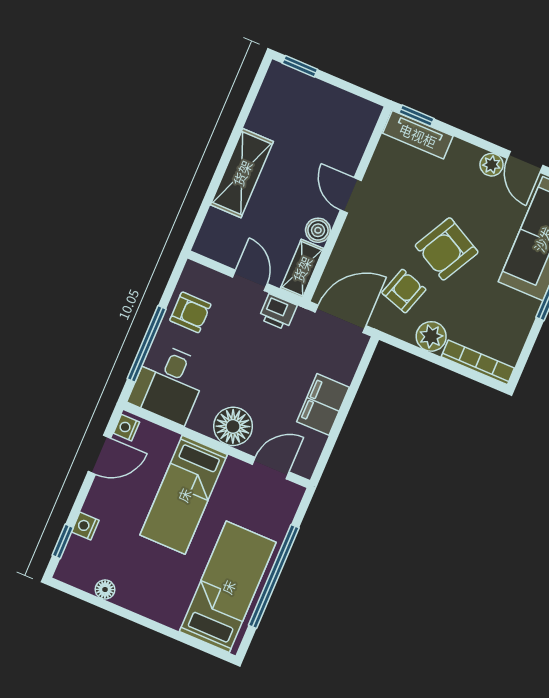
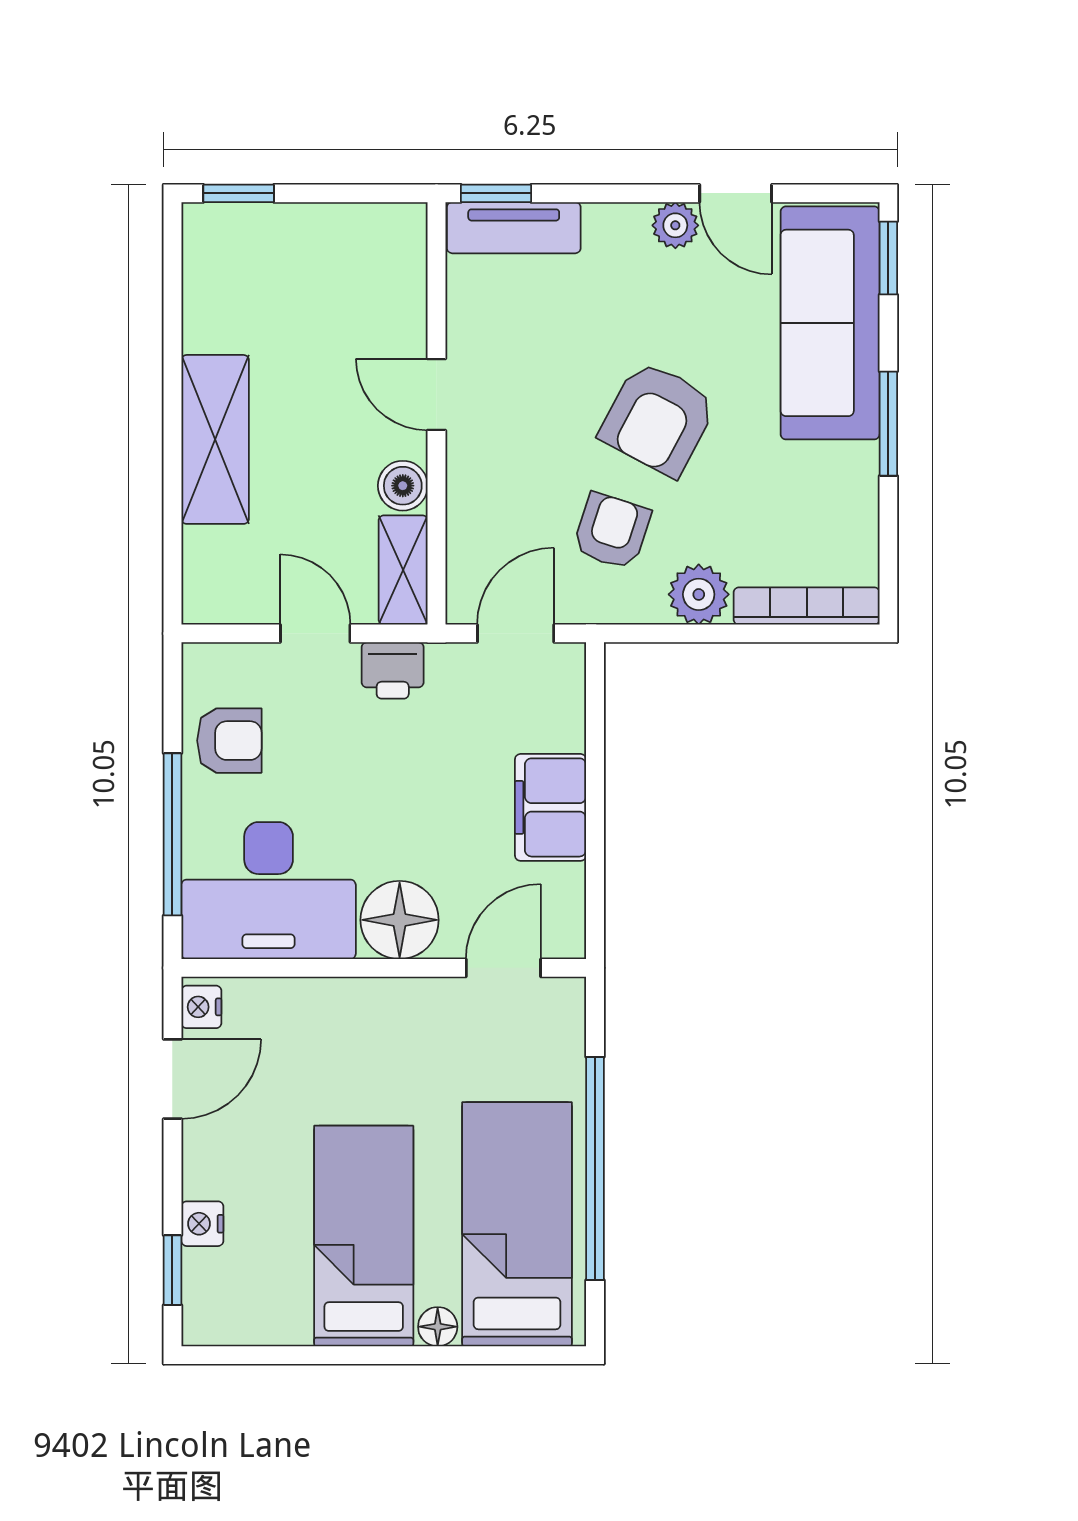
door: (341, 319) -> (516, 633), width x0.73
desk: (169, 383) -> (269, 891), width x1.37
bed: (184, 495) -> (364, 1236), moved, turned 180
floor lamp: (105, 590) -> (438, 1327), moved

